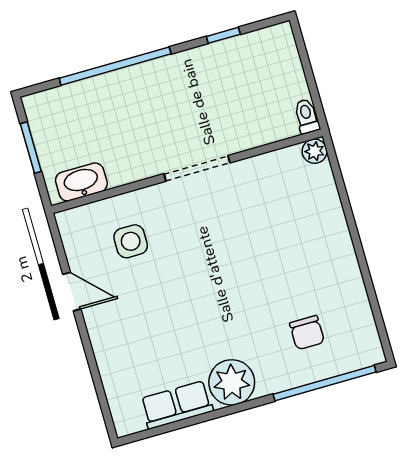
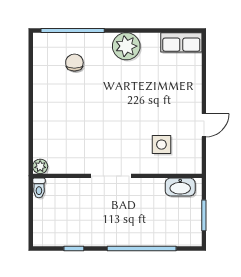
door: (72, 292) -> (204, 125), swing flipped
row of seats: (177, 405) -> (181, 42), moved

